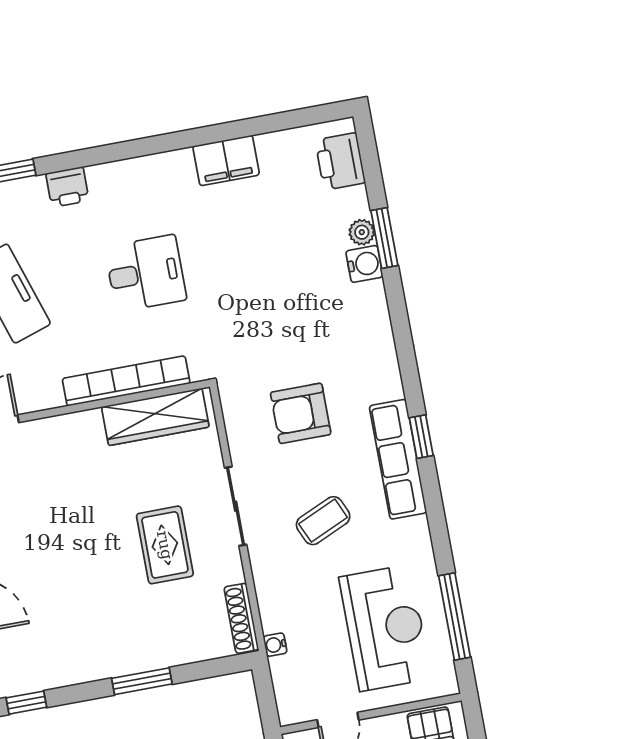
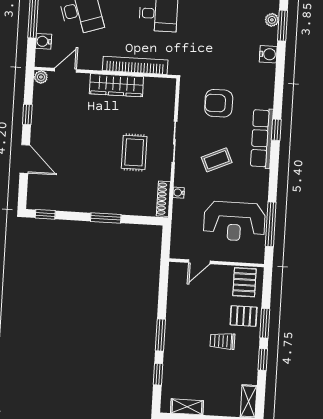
water cooler: (364, 264) -> (268, 54), moved
wardrobe: (155, 417) -> (116, 85), moved
reception desk: (385, 628) -> (234, 221), turned 90
water cooler: (275, 645) -> (179, 193), moved

